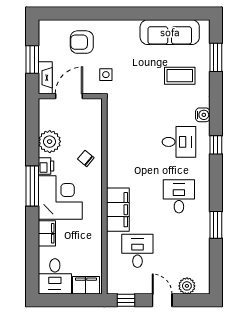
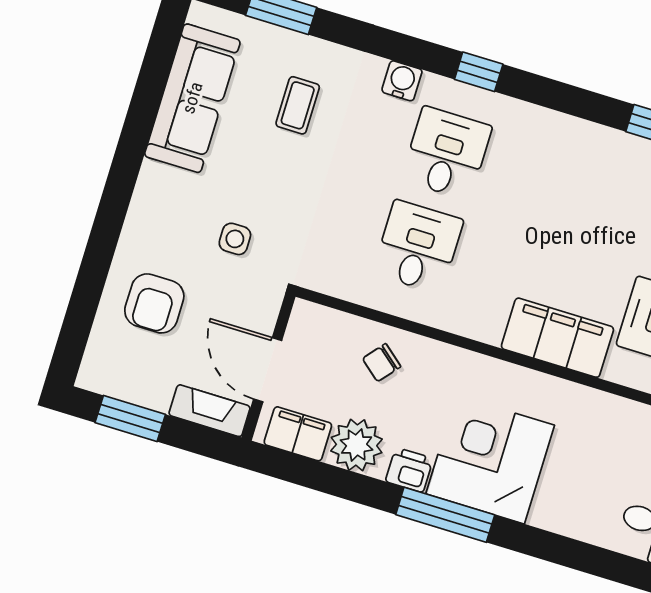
window: (32, 60) -> (130, 418), moved
side table: (106, 75) -> (235, 239), moved
coffee table: (180, 76) -> (298, 105), width x0.73, depth x0.77
chair: (86, 158) -> (382, 363), moved
desk: (179, 196) -> (418, 247), moved, turned 90
filing cabinet: (47, 233) -> (298, 434), moved

